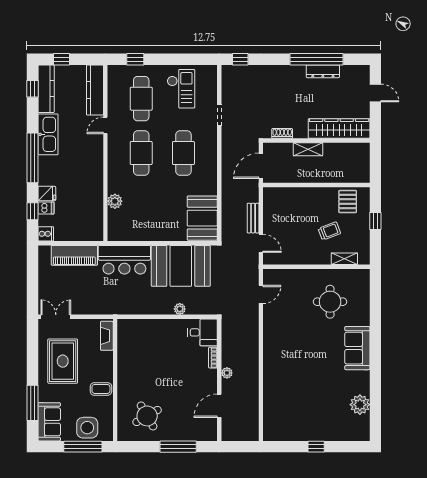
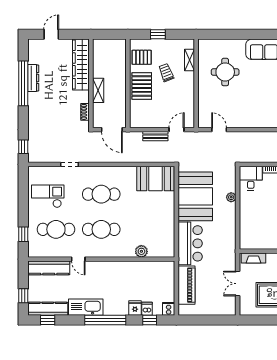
pallet: (313, 202) -> (142, 86), added
double door: (56, 317) -> (238, 284), moved

